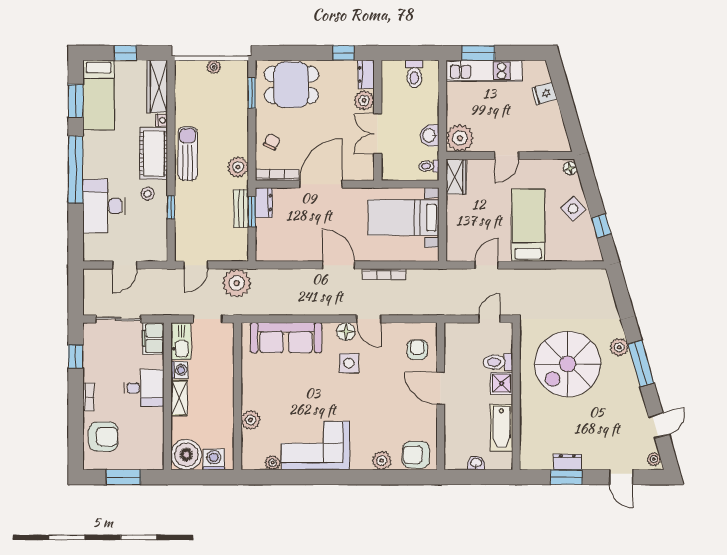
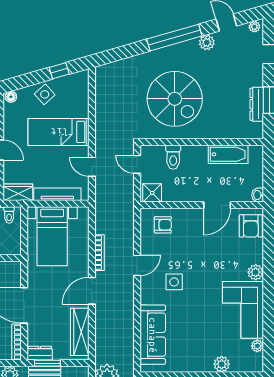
tv unit: (454, 224) -> (57, 194), added
wardrobe: (289, 251) -> (80, 332), added
floor lamp: (346, 332) -> (148, 285), removed
plant: (619, 347) -> (207, 42), moved
armchair: (417, 350) -> (163, 225), turned 180
window: (641, 363) -> (174, 38), width x1.46
shower: (502, 383) -> (152, 193), moved
door: (441, 388) -> (217, 205), moved
plant: (382, 461) -> (256, 272), moved
dresser: (567, 462) -> (257, 104), width x1.44
washbasin: (476, 463) -> (258, 195), moved

